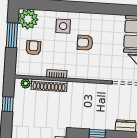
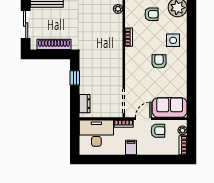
shoe rack: (49, 85) -> (118, 31), removed

